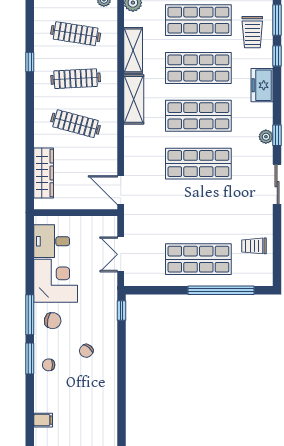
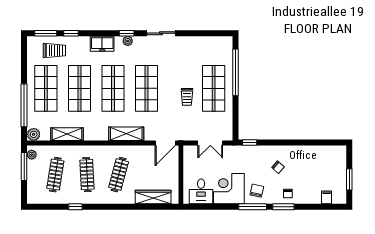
freezer: (262, 85) -> (102, 44), moved
shelving: (134, 99) -> (126, 134), moved
trolley: (254, 246) -> (187, 97), moved

